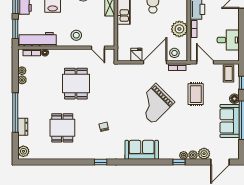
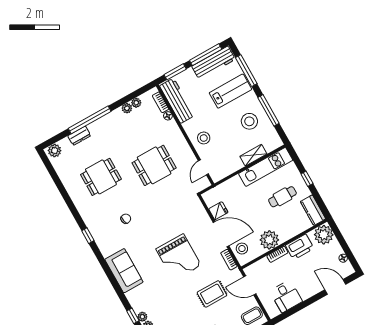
door: (205, 62) -> (250, 285), swing flipped
grand piano: (154, 104) -> (178, 257), turned -135

